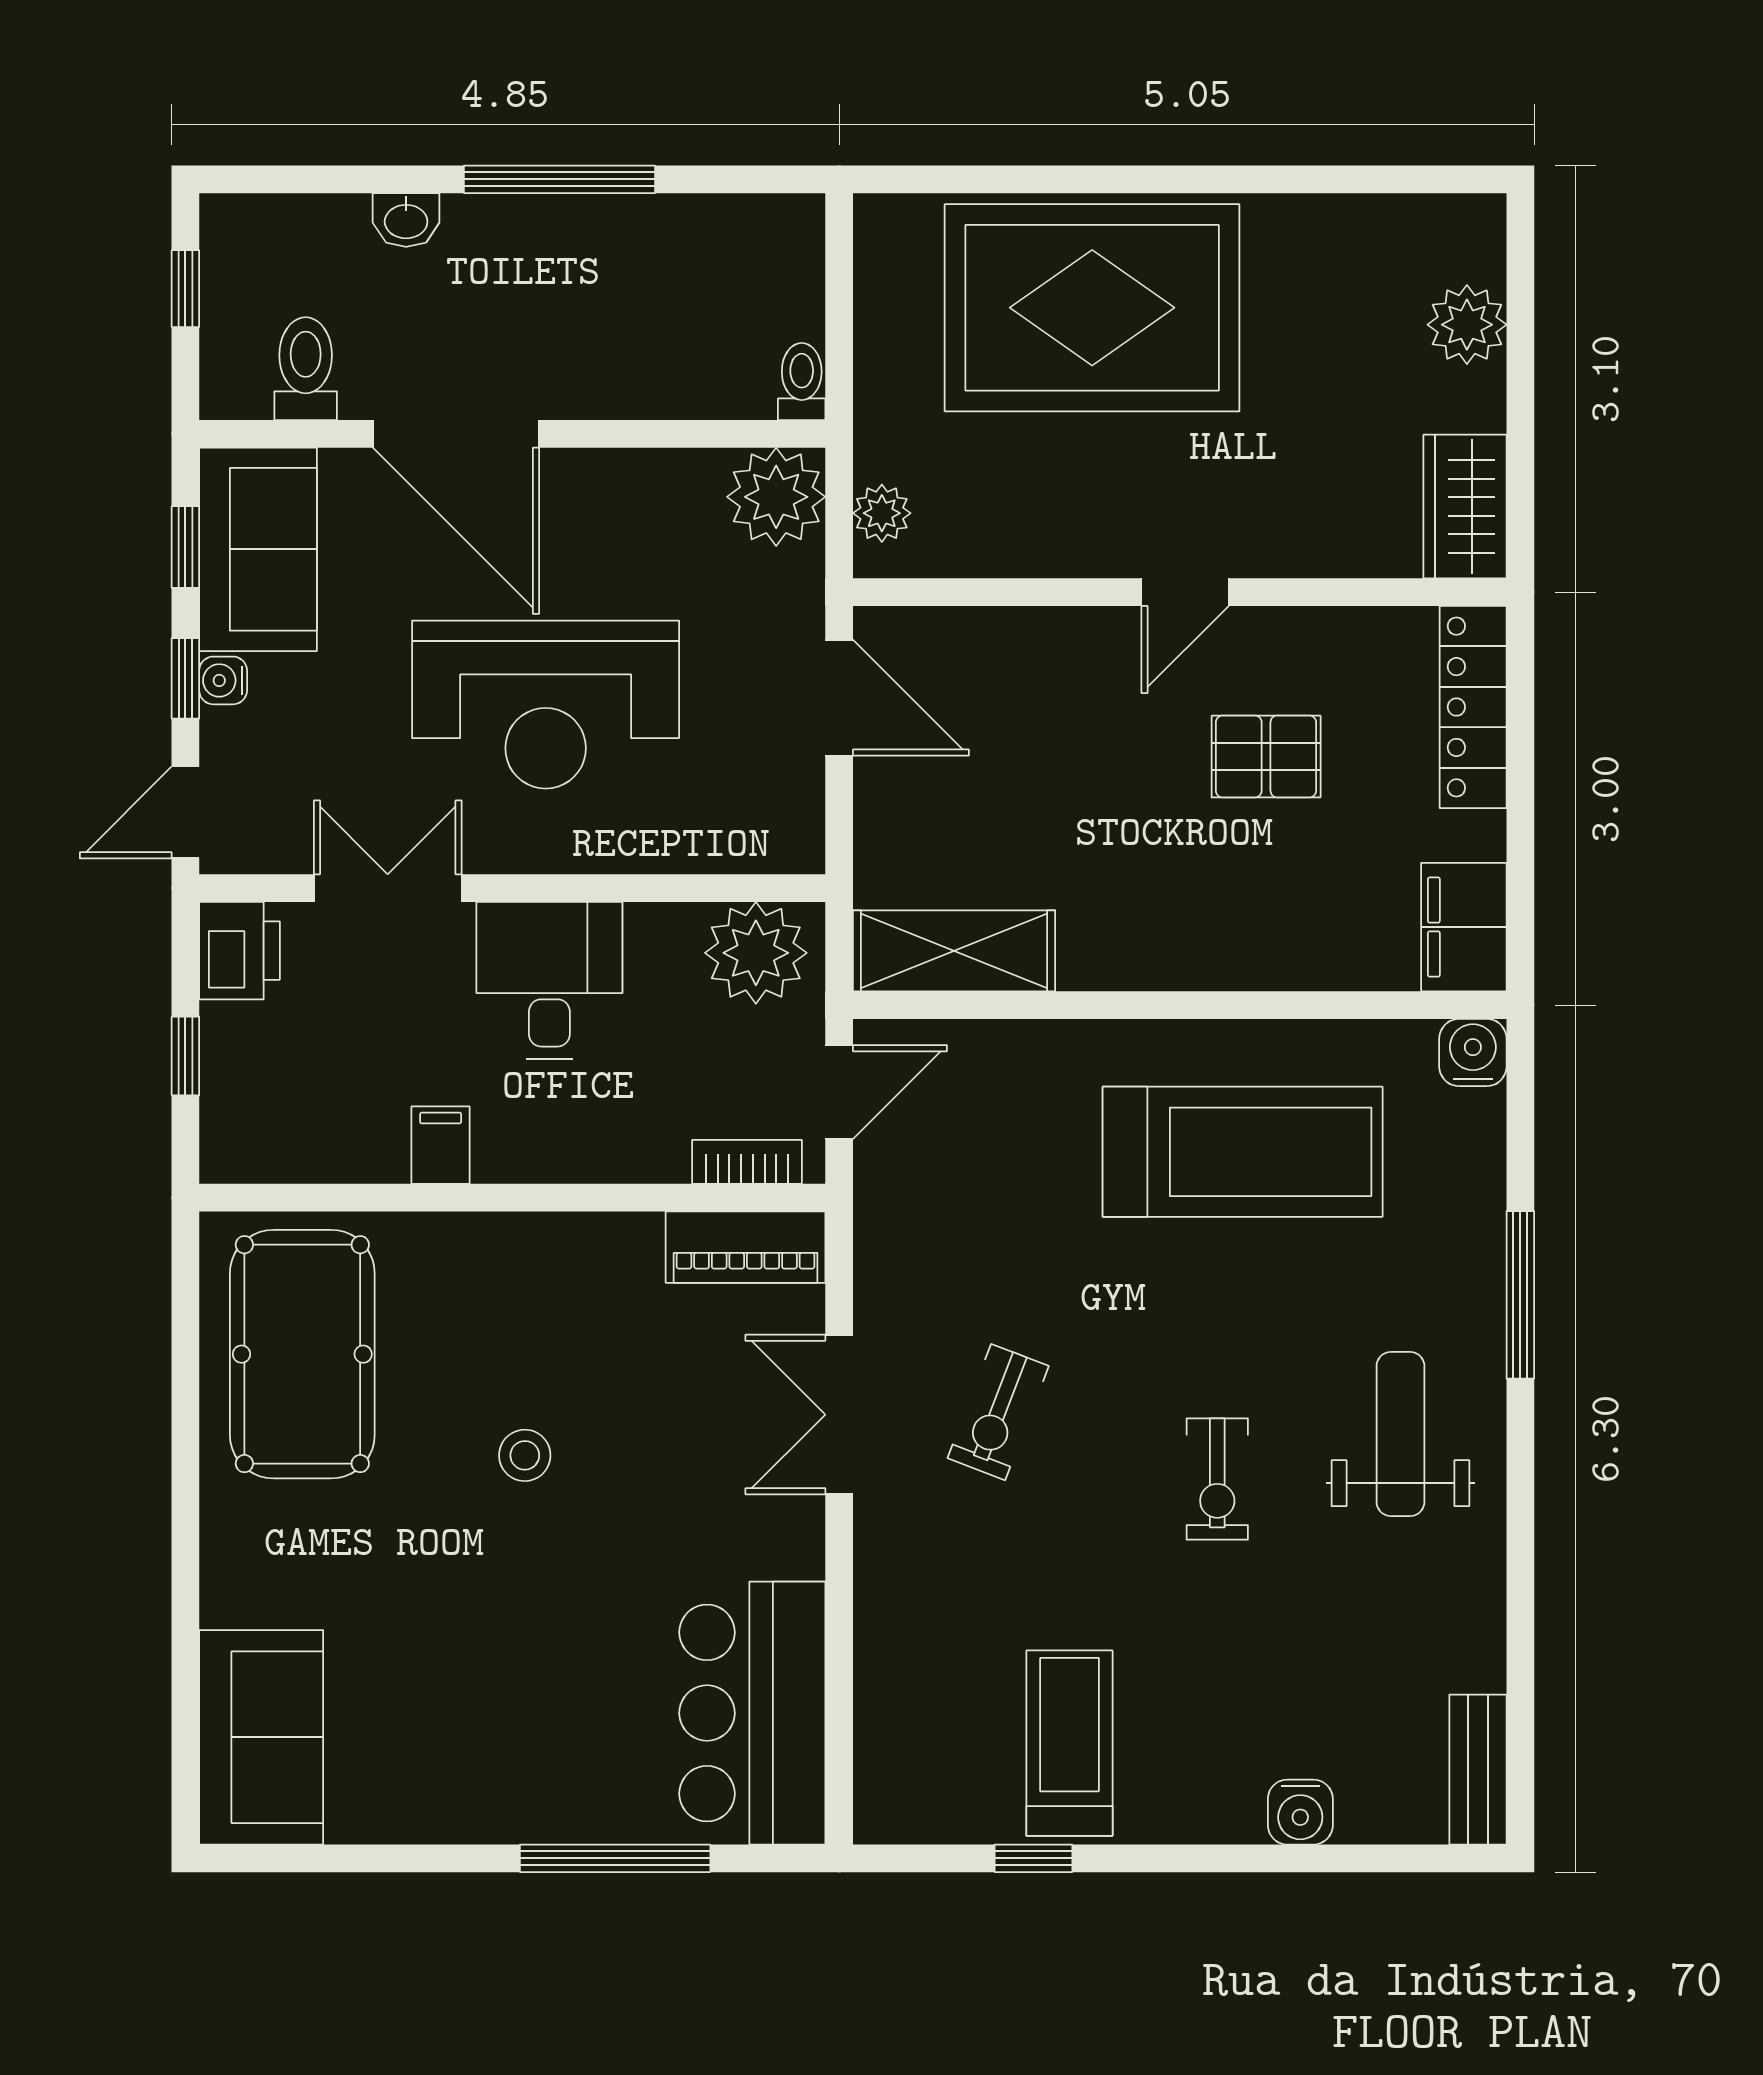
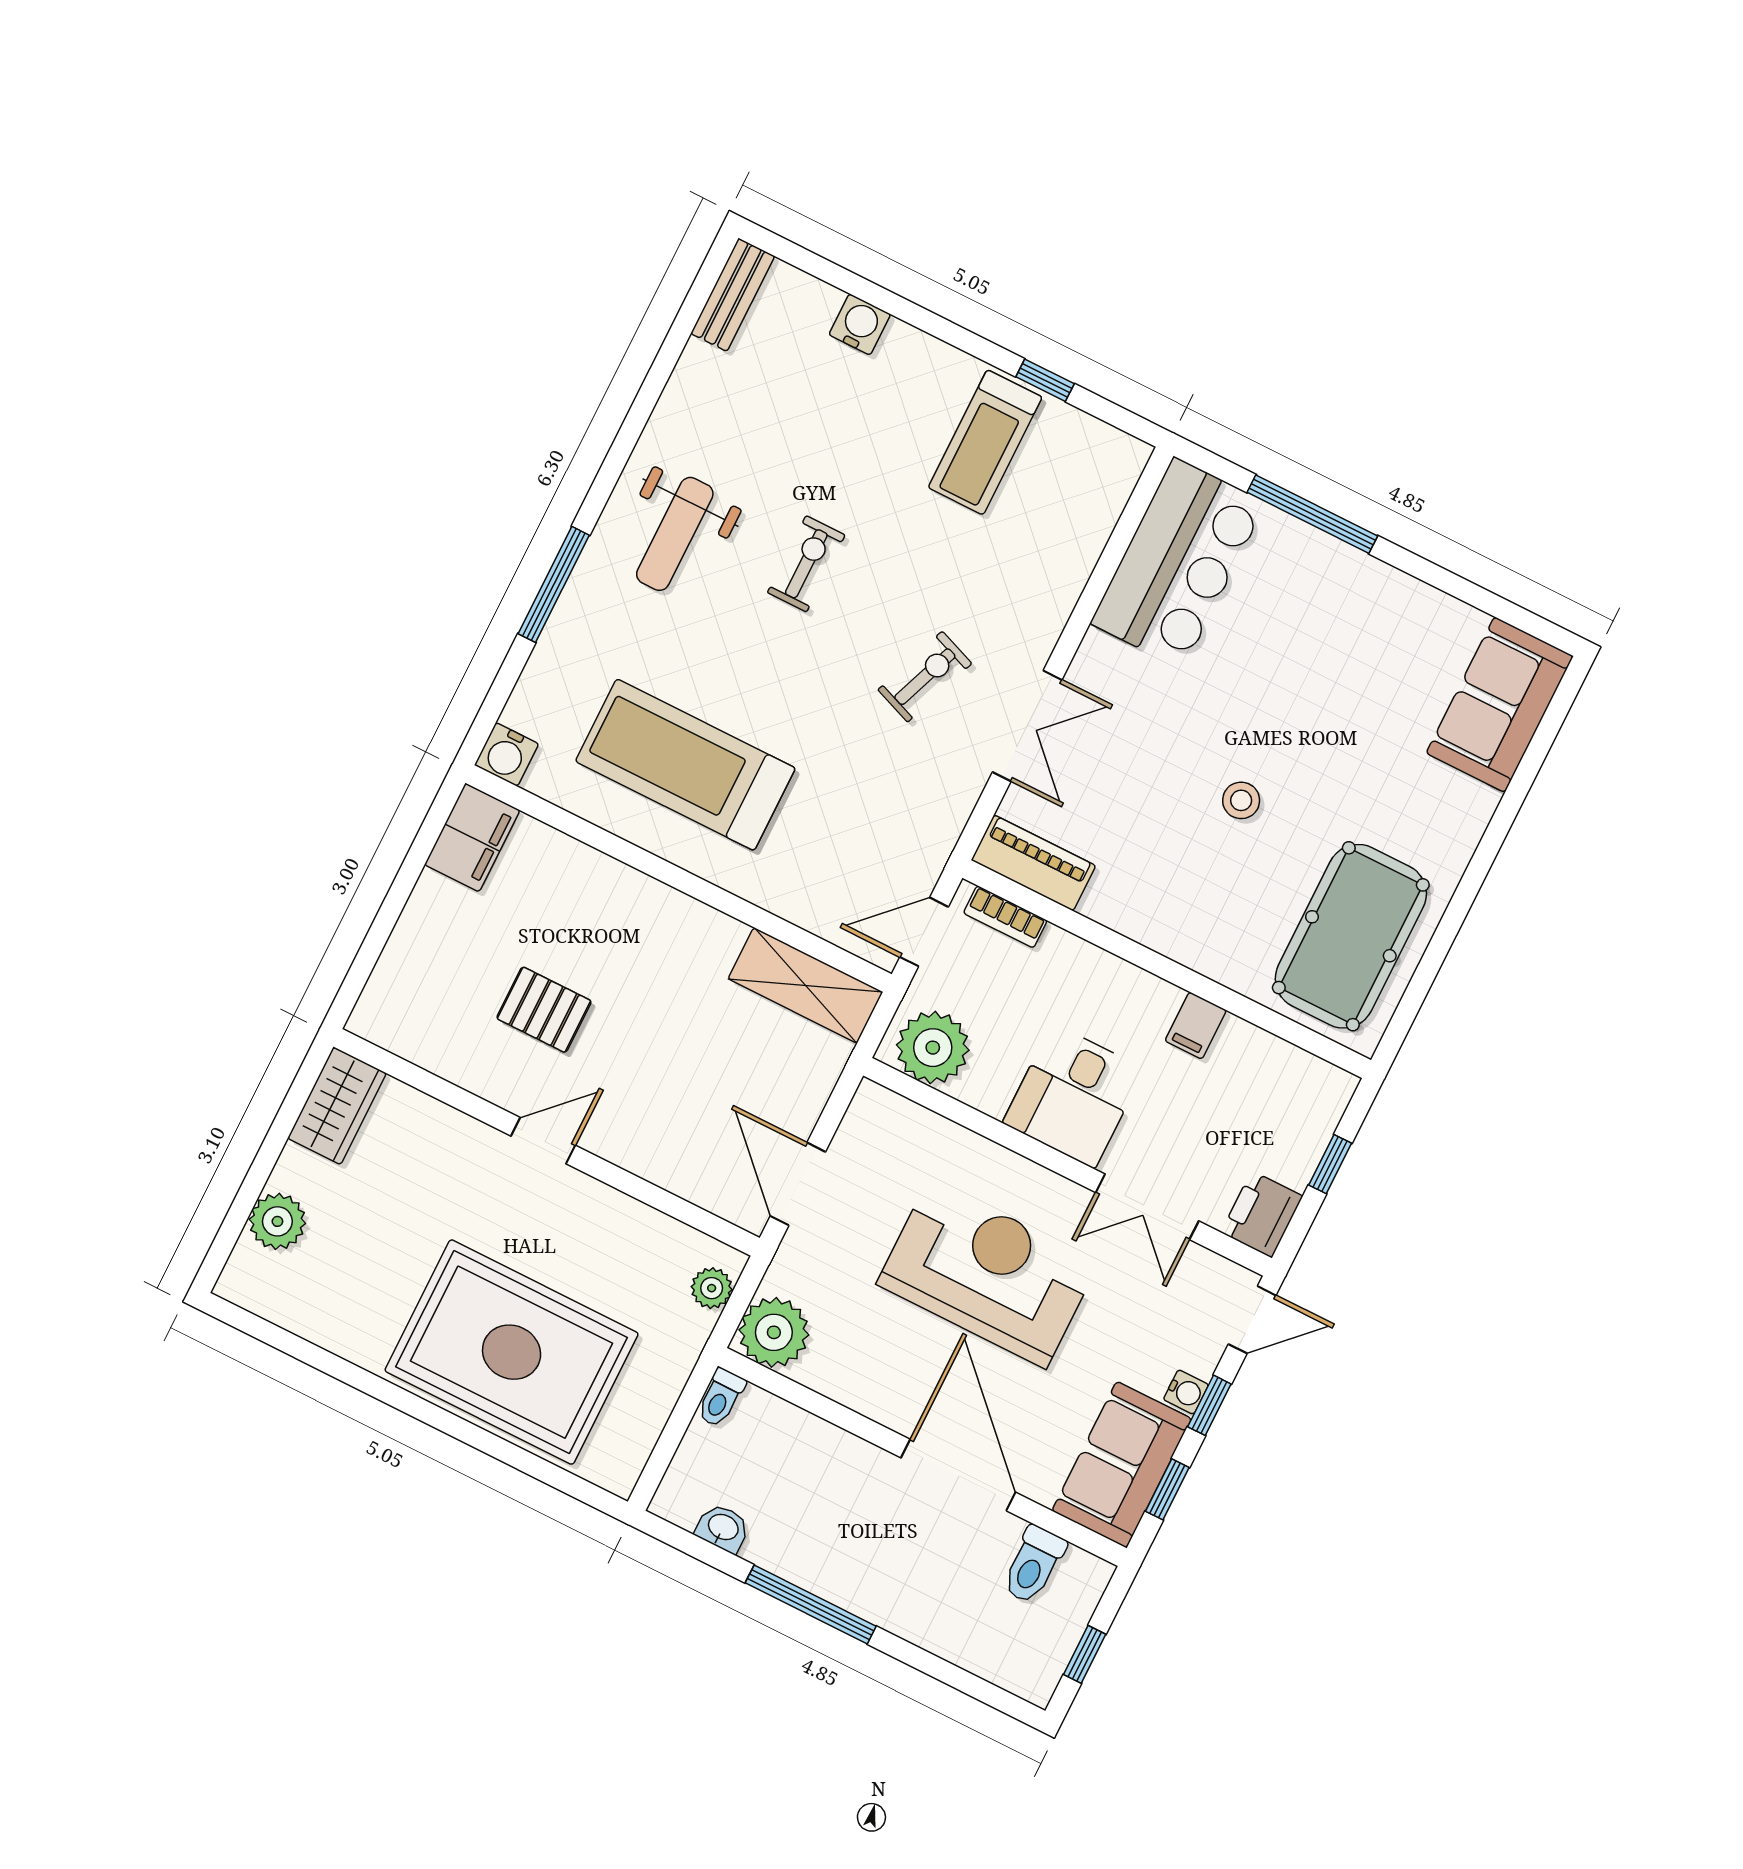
washbasin: (406, 220) -> (723, 1528), moved
locker: (1473, 707) -> (396, 975), removed

